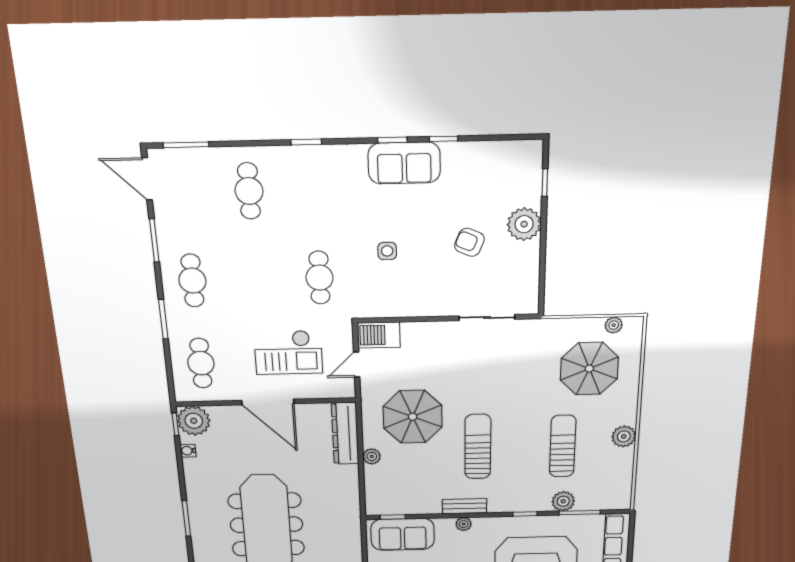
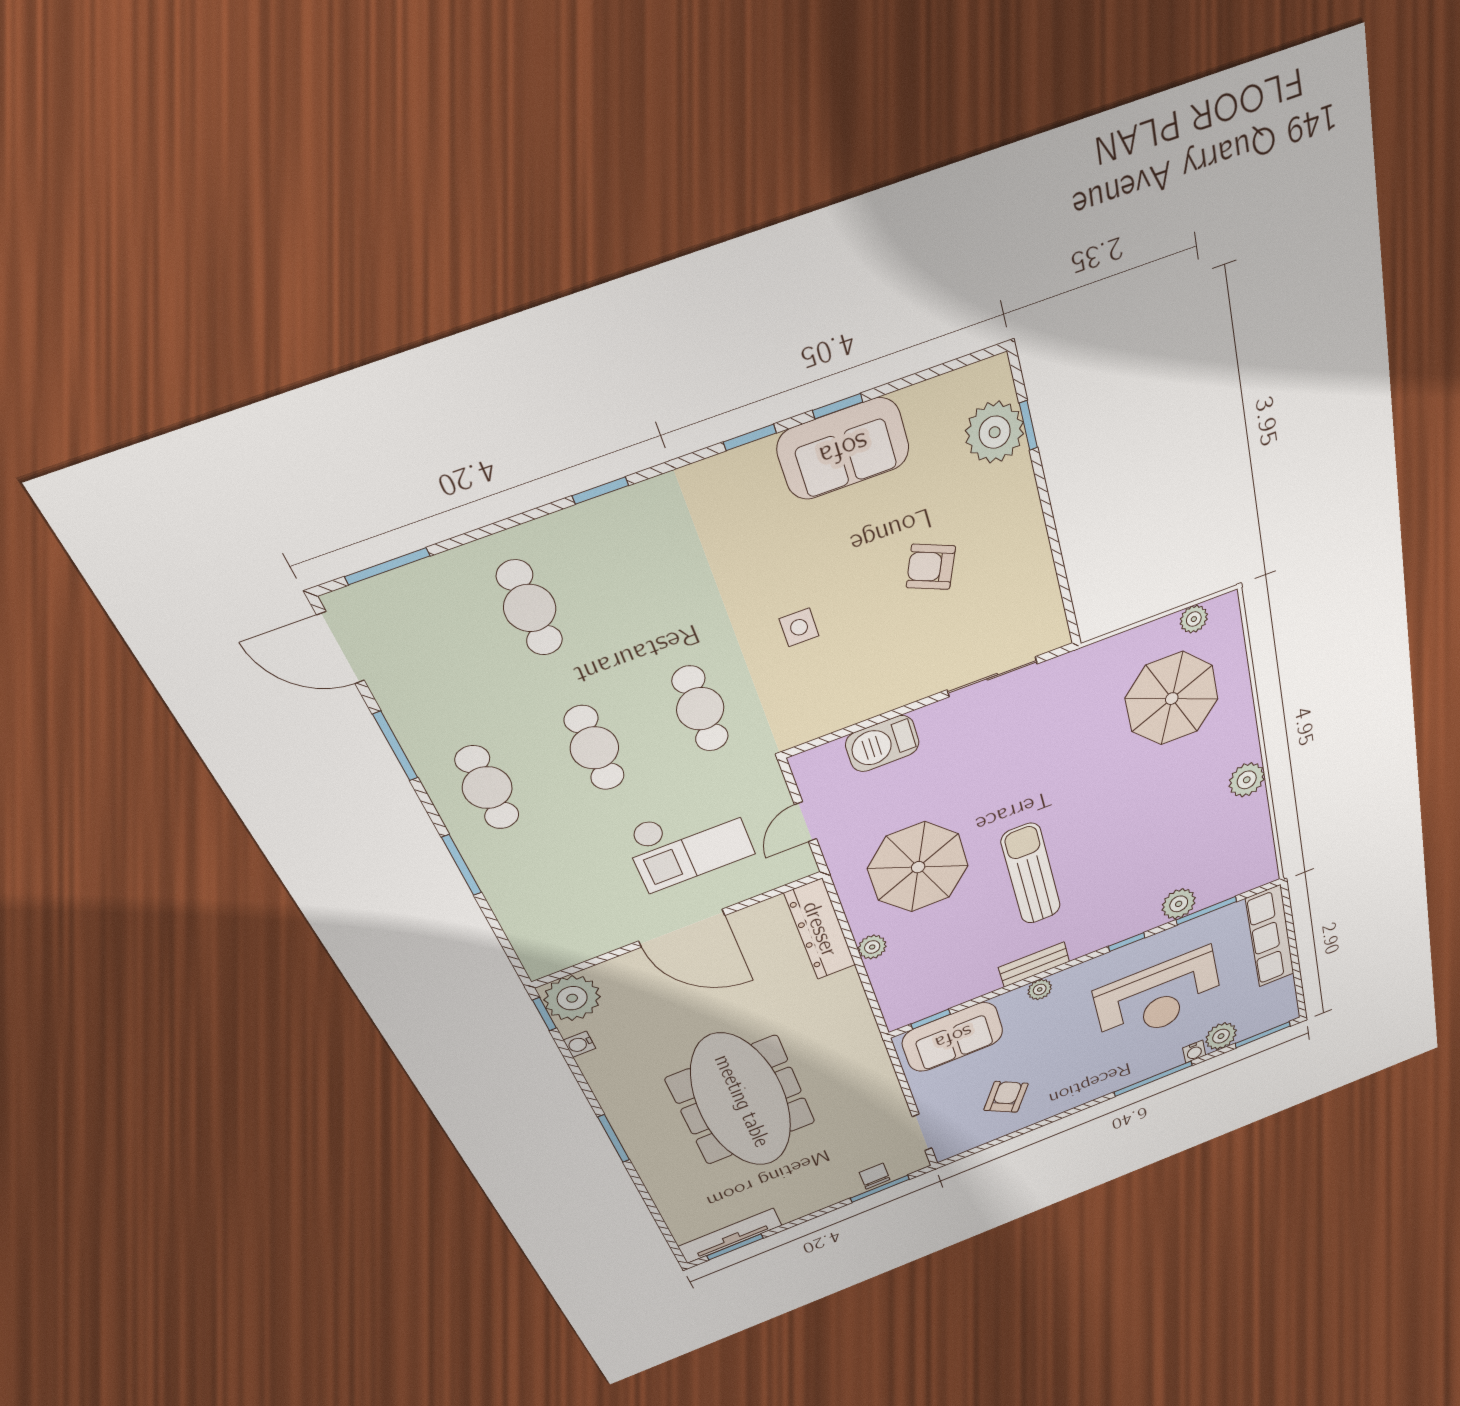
sofa: (404, 163) -> (843, 449), moved
plant: (524, 224) -> (995, 432), moved
barbecue: (379, 335) -> (882, 744), moved
cafe table: (201, 363) -> (594, 748), moved
sun lounger: (563, 446) -> (1159, 827), removed

